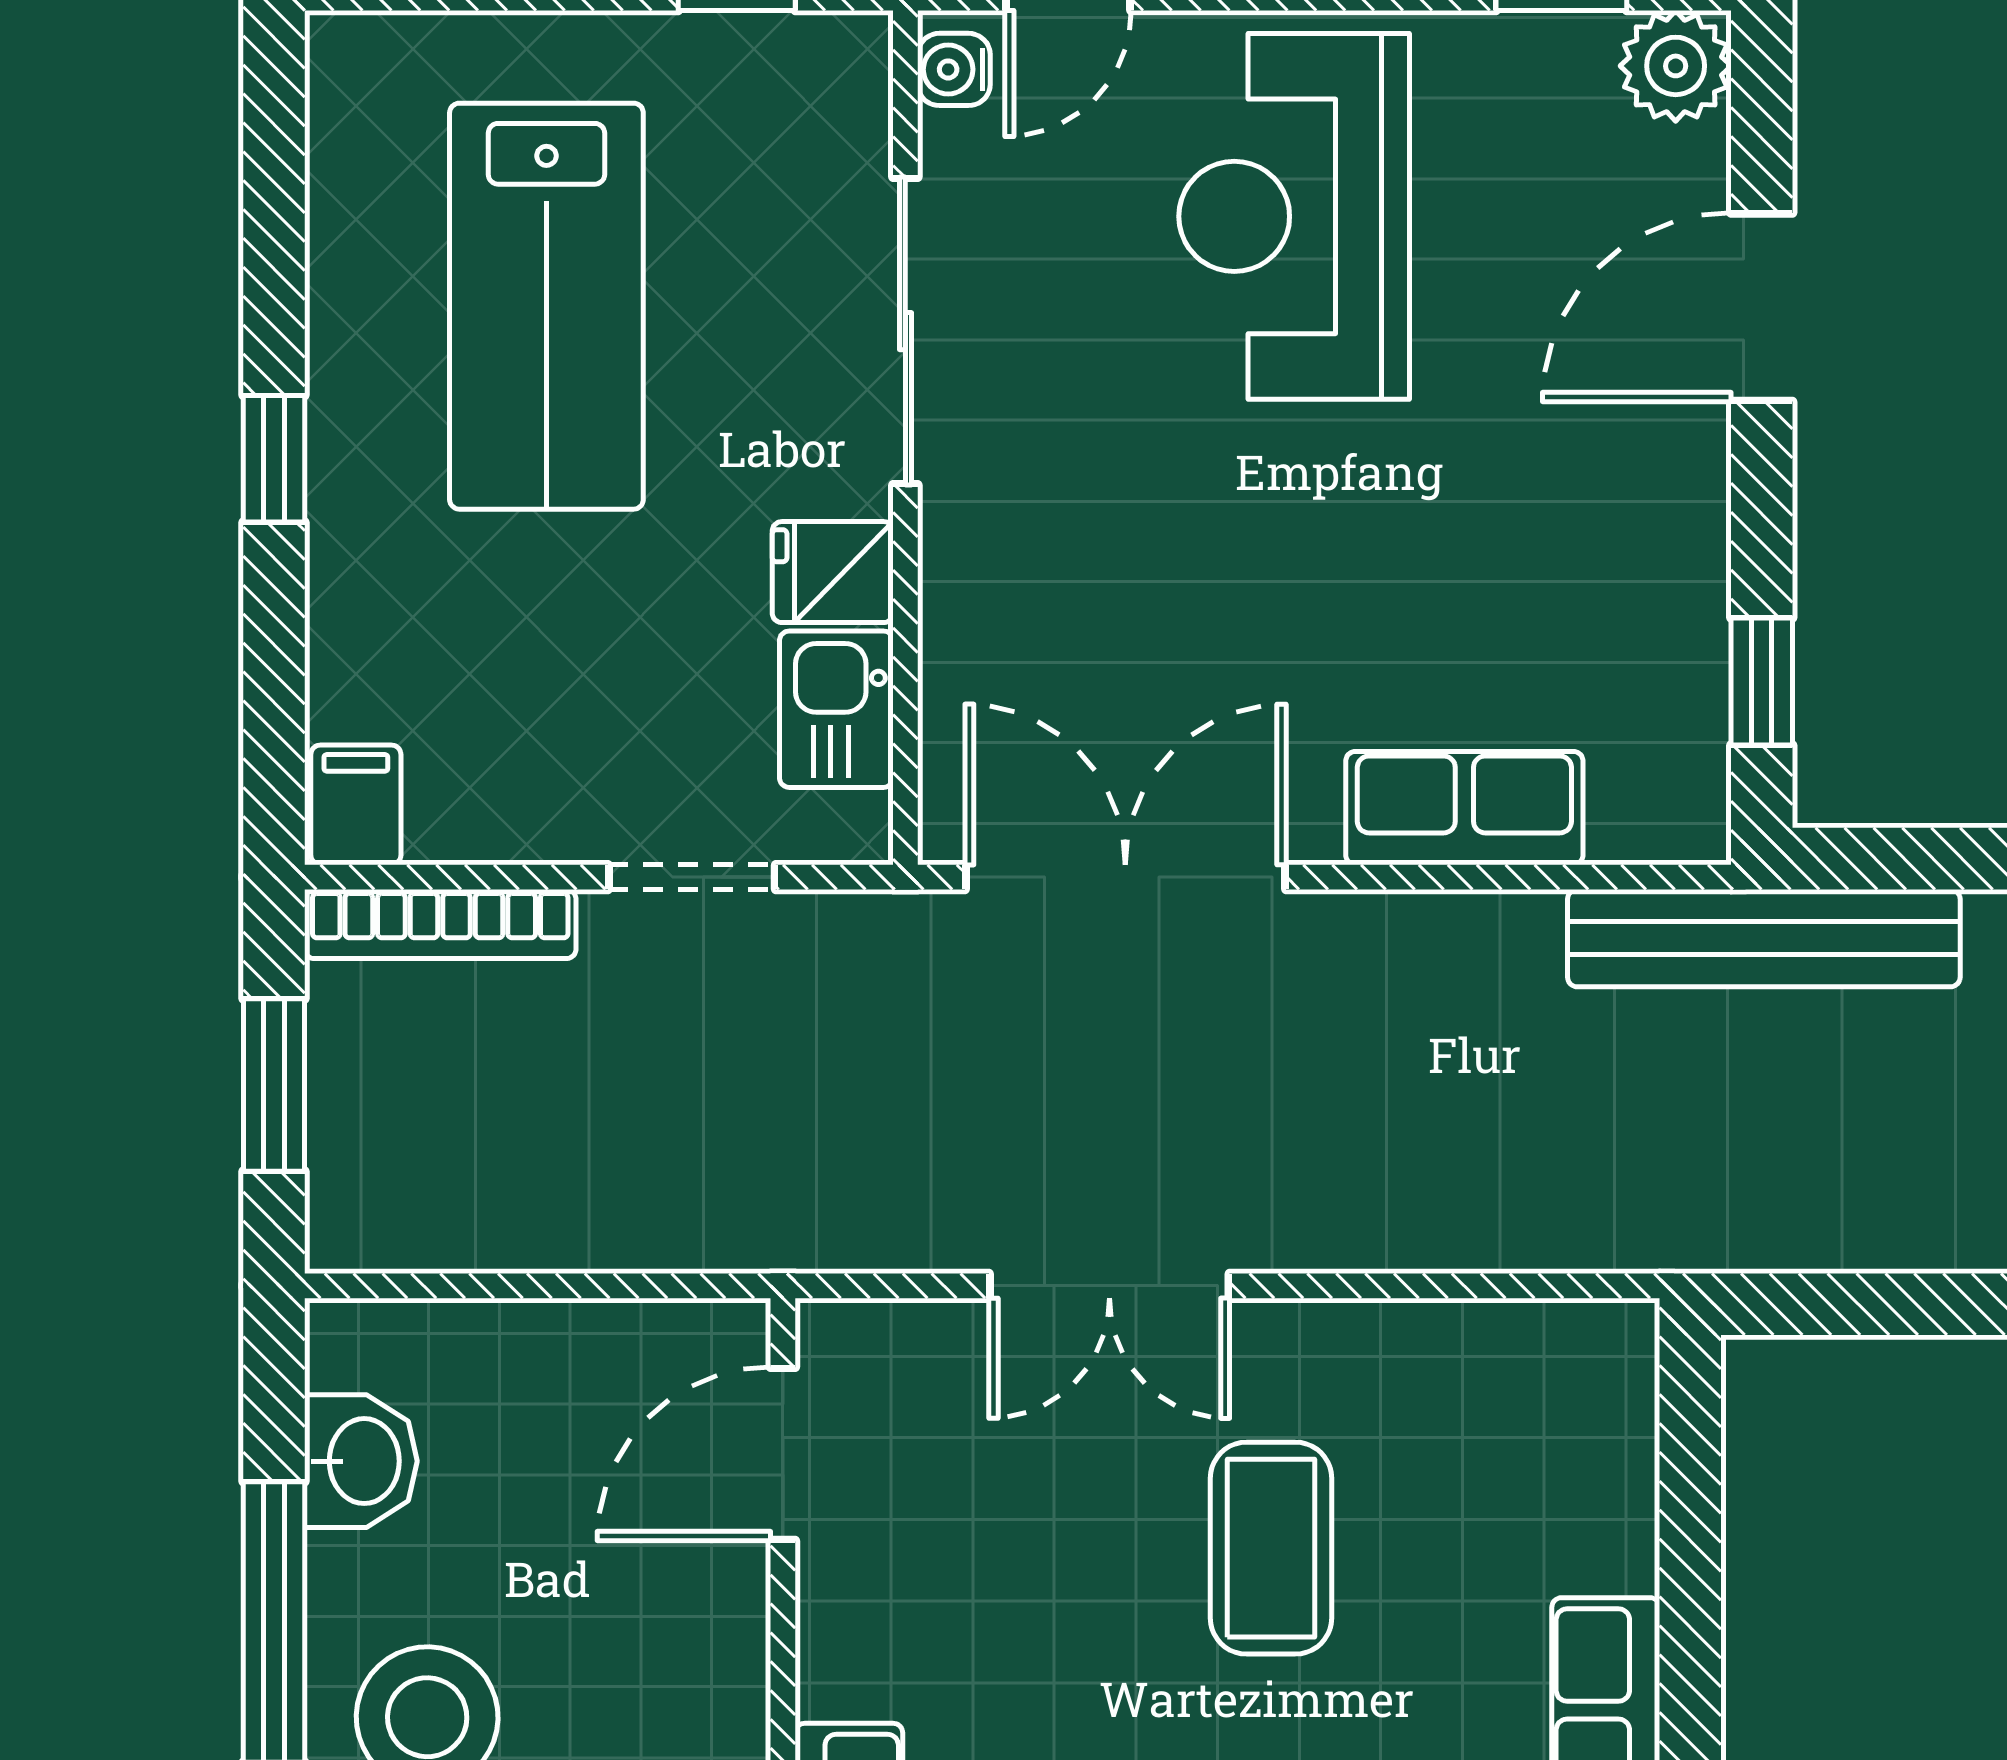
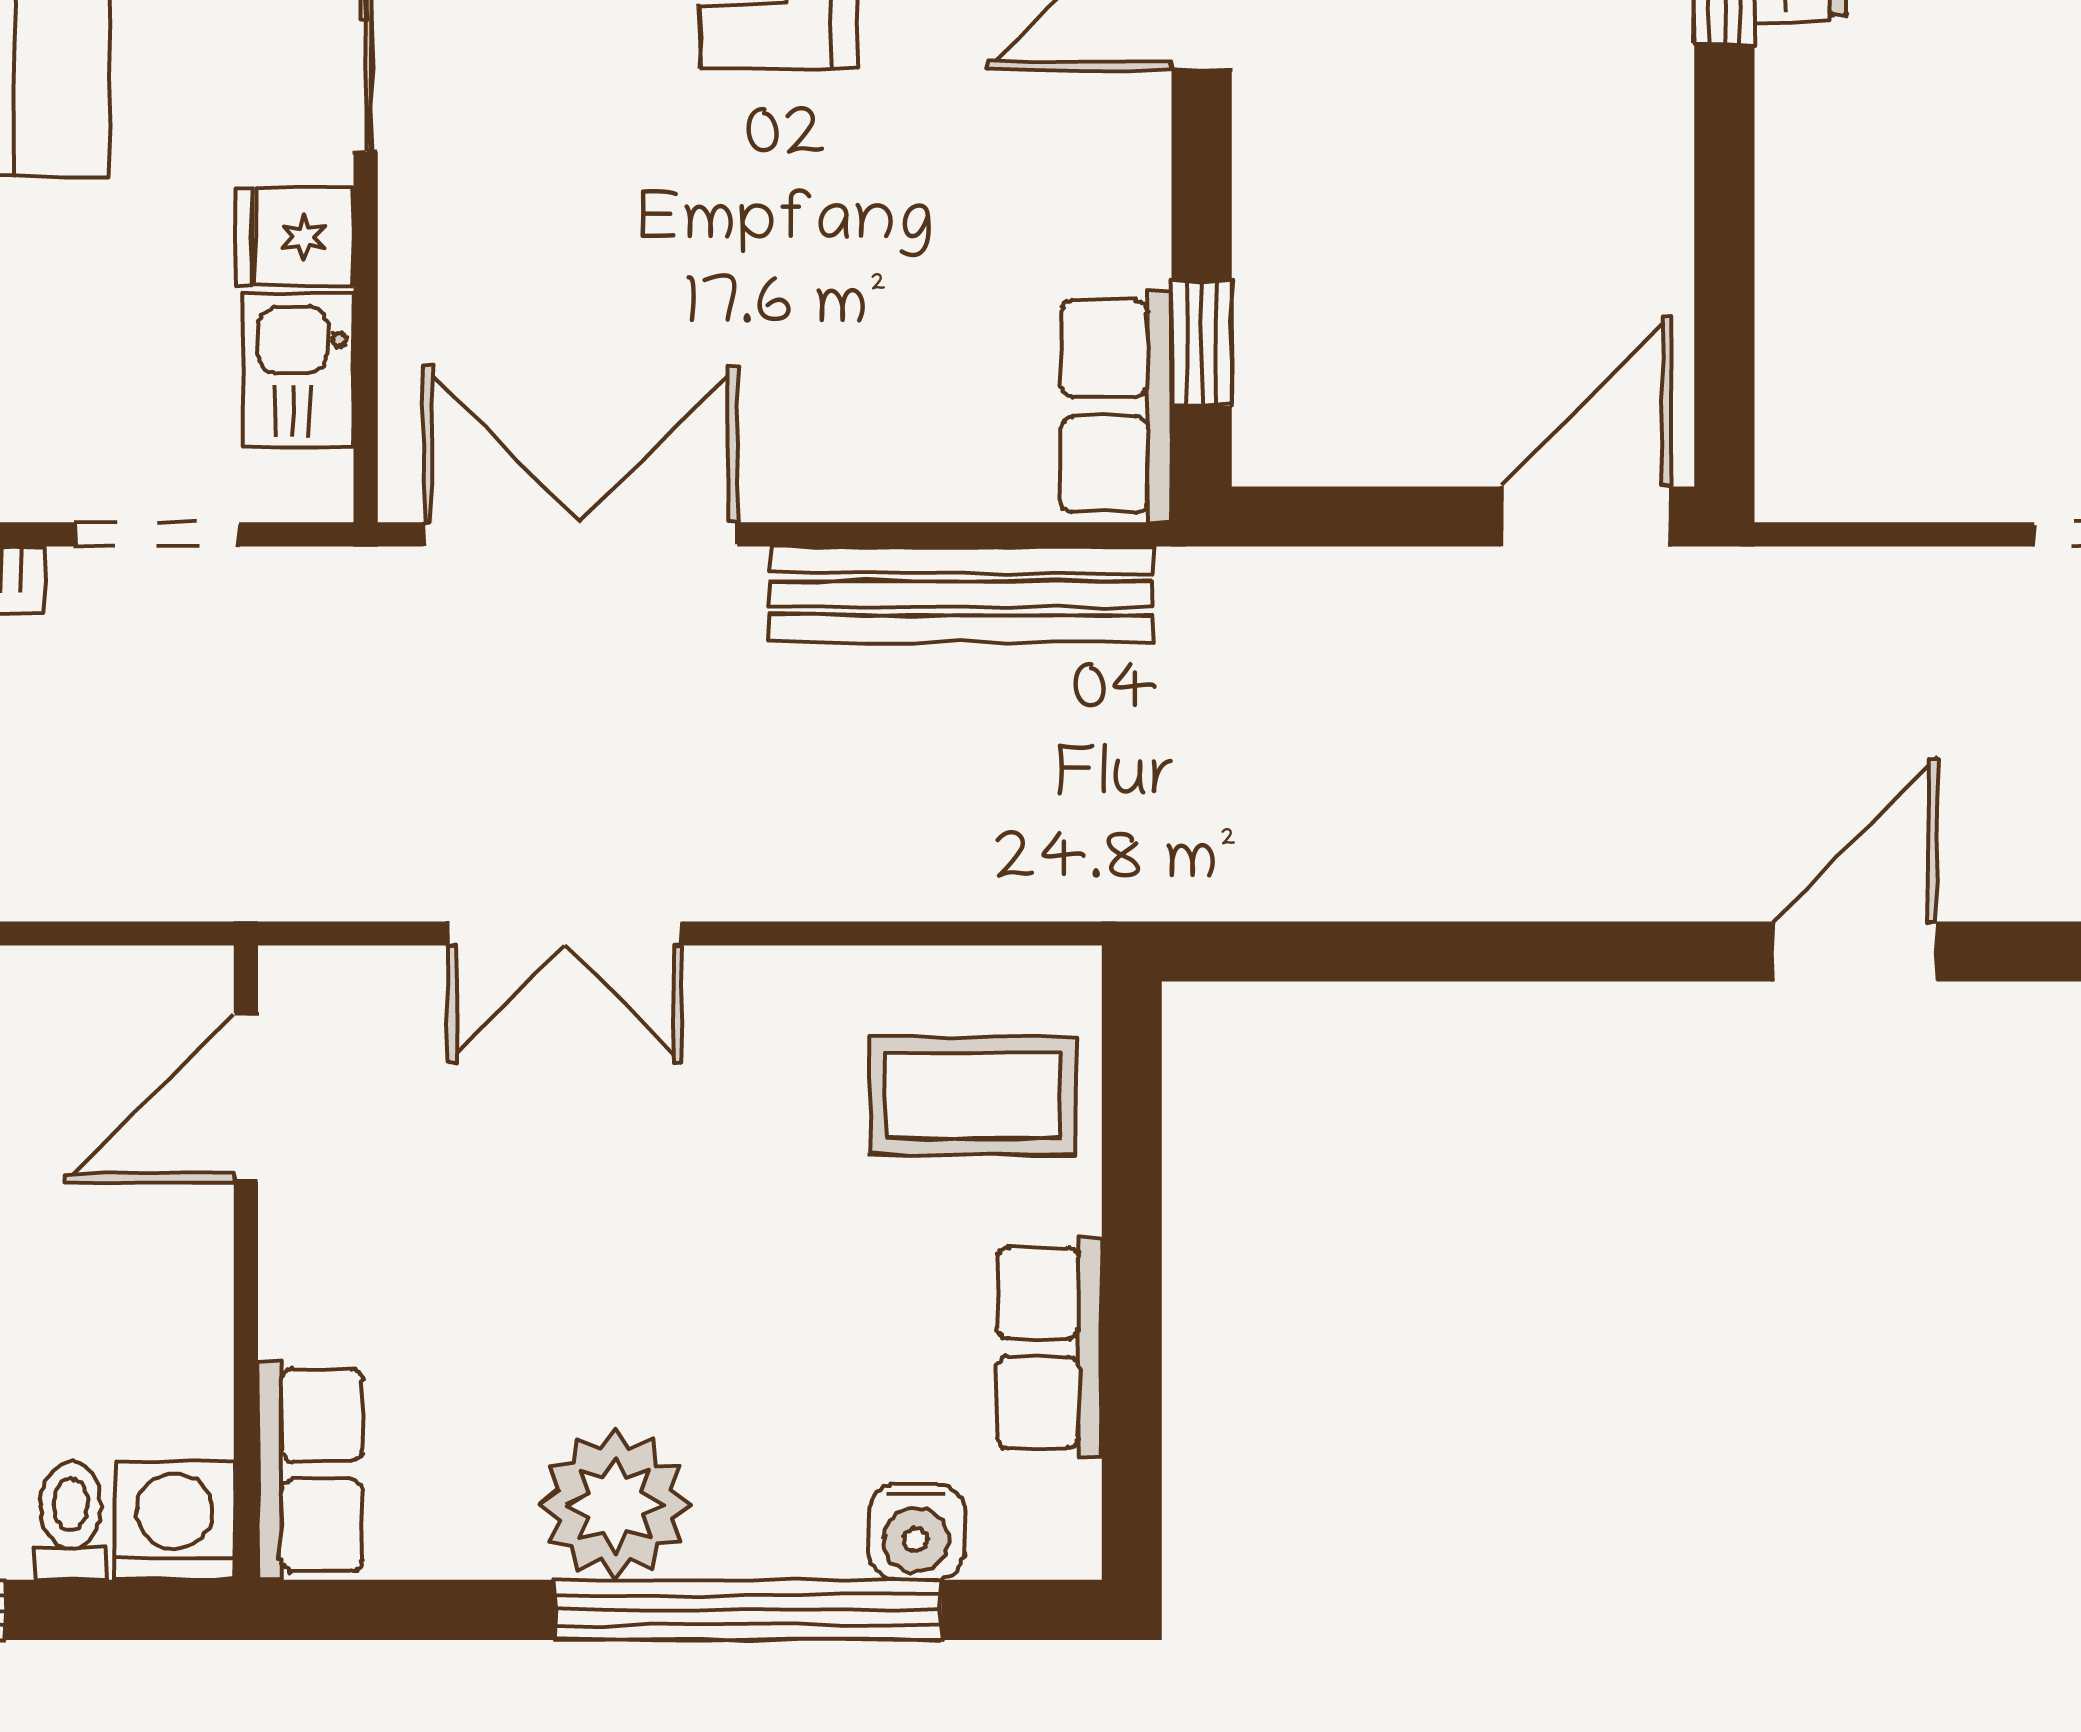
row of seats: (1464, 808) -> (1116, 407), moved, turned -90
bench: (1764, 938) -> (960, 594), moved
coffee table: (1271, 1548) -> (973, 1096), moved, turned 90

